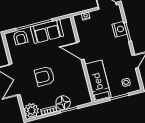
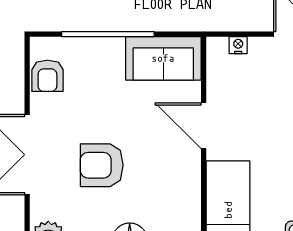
sofa: (47, 31) -> (163, 58), moved
armchair: (21, 38) -> (47, 76), moved

